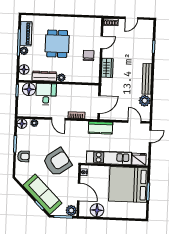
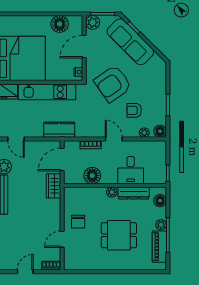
dining table: (57, 44) -> (119, 235), turned 90
wardrobe: (107, 68) -> (54, 186), moved
floor lamp: (29, 89) -> (92, 176), moved
armchair: (23, 156) -> (134, 110), moved
door: (79, 192) -> (84, 47), hinge flipped

